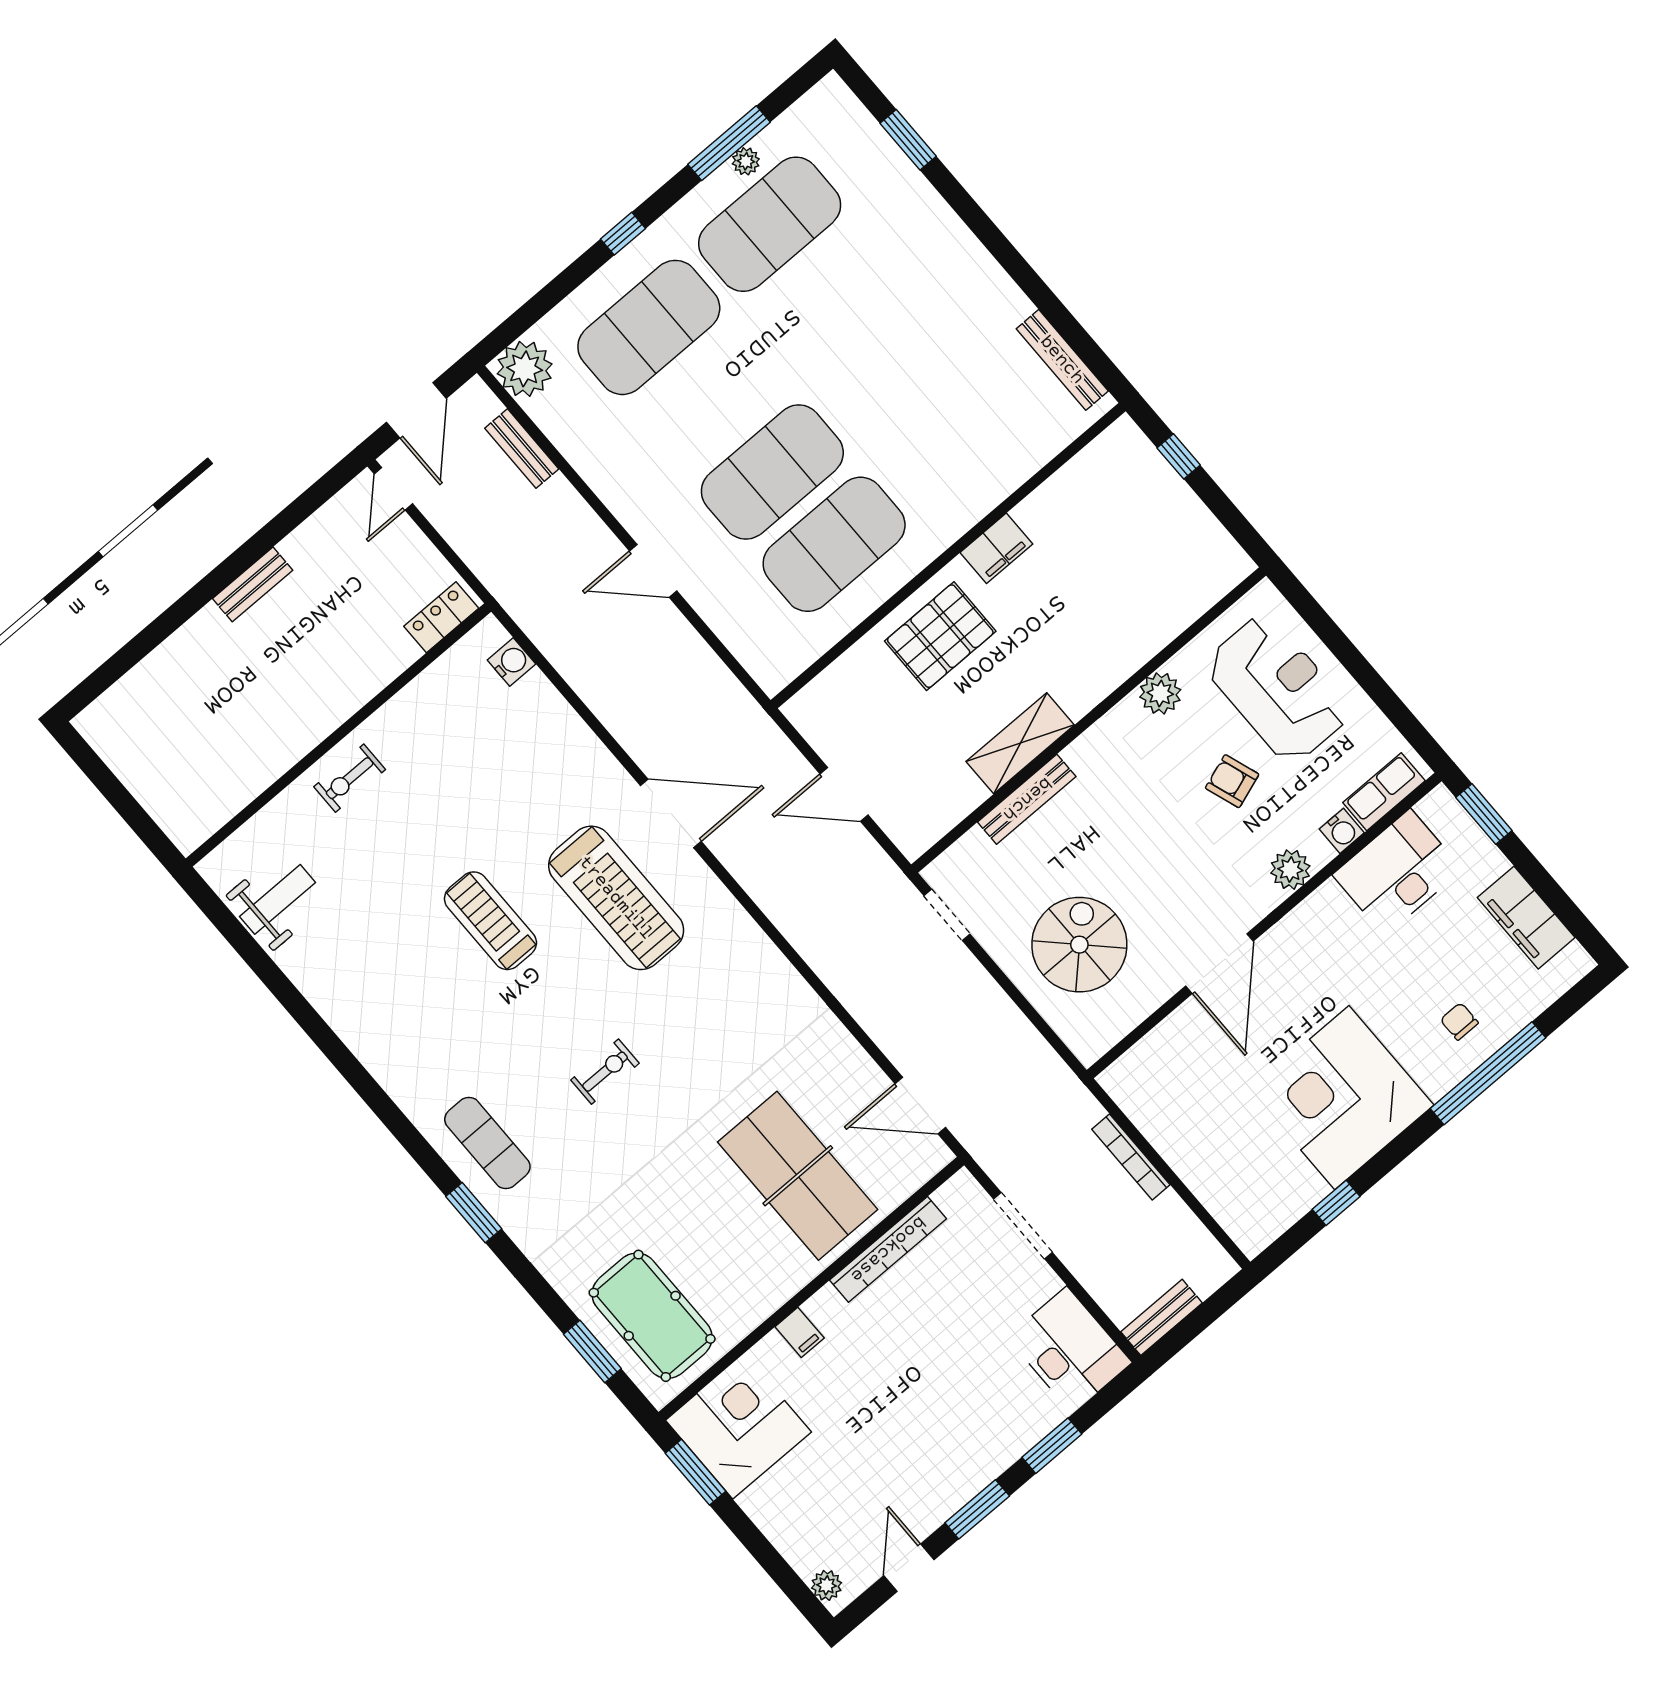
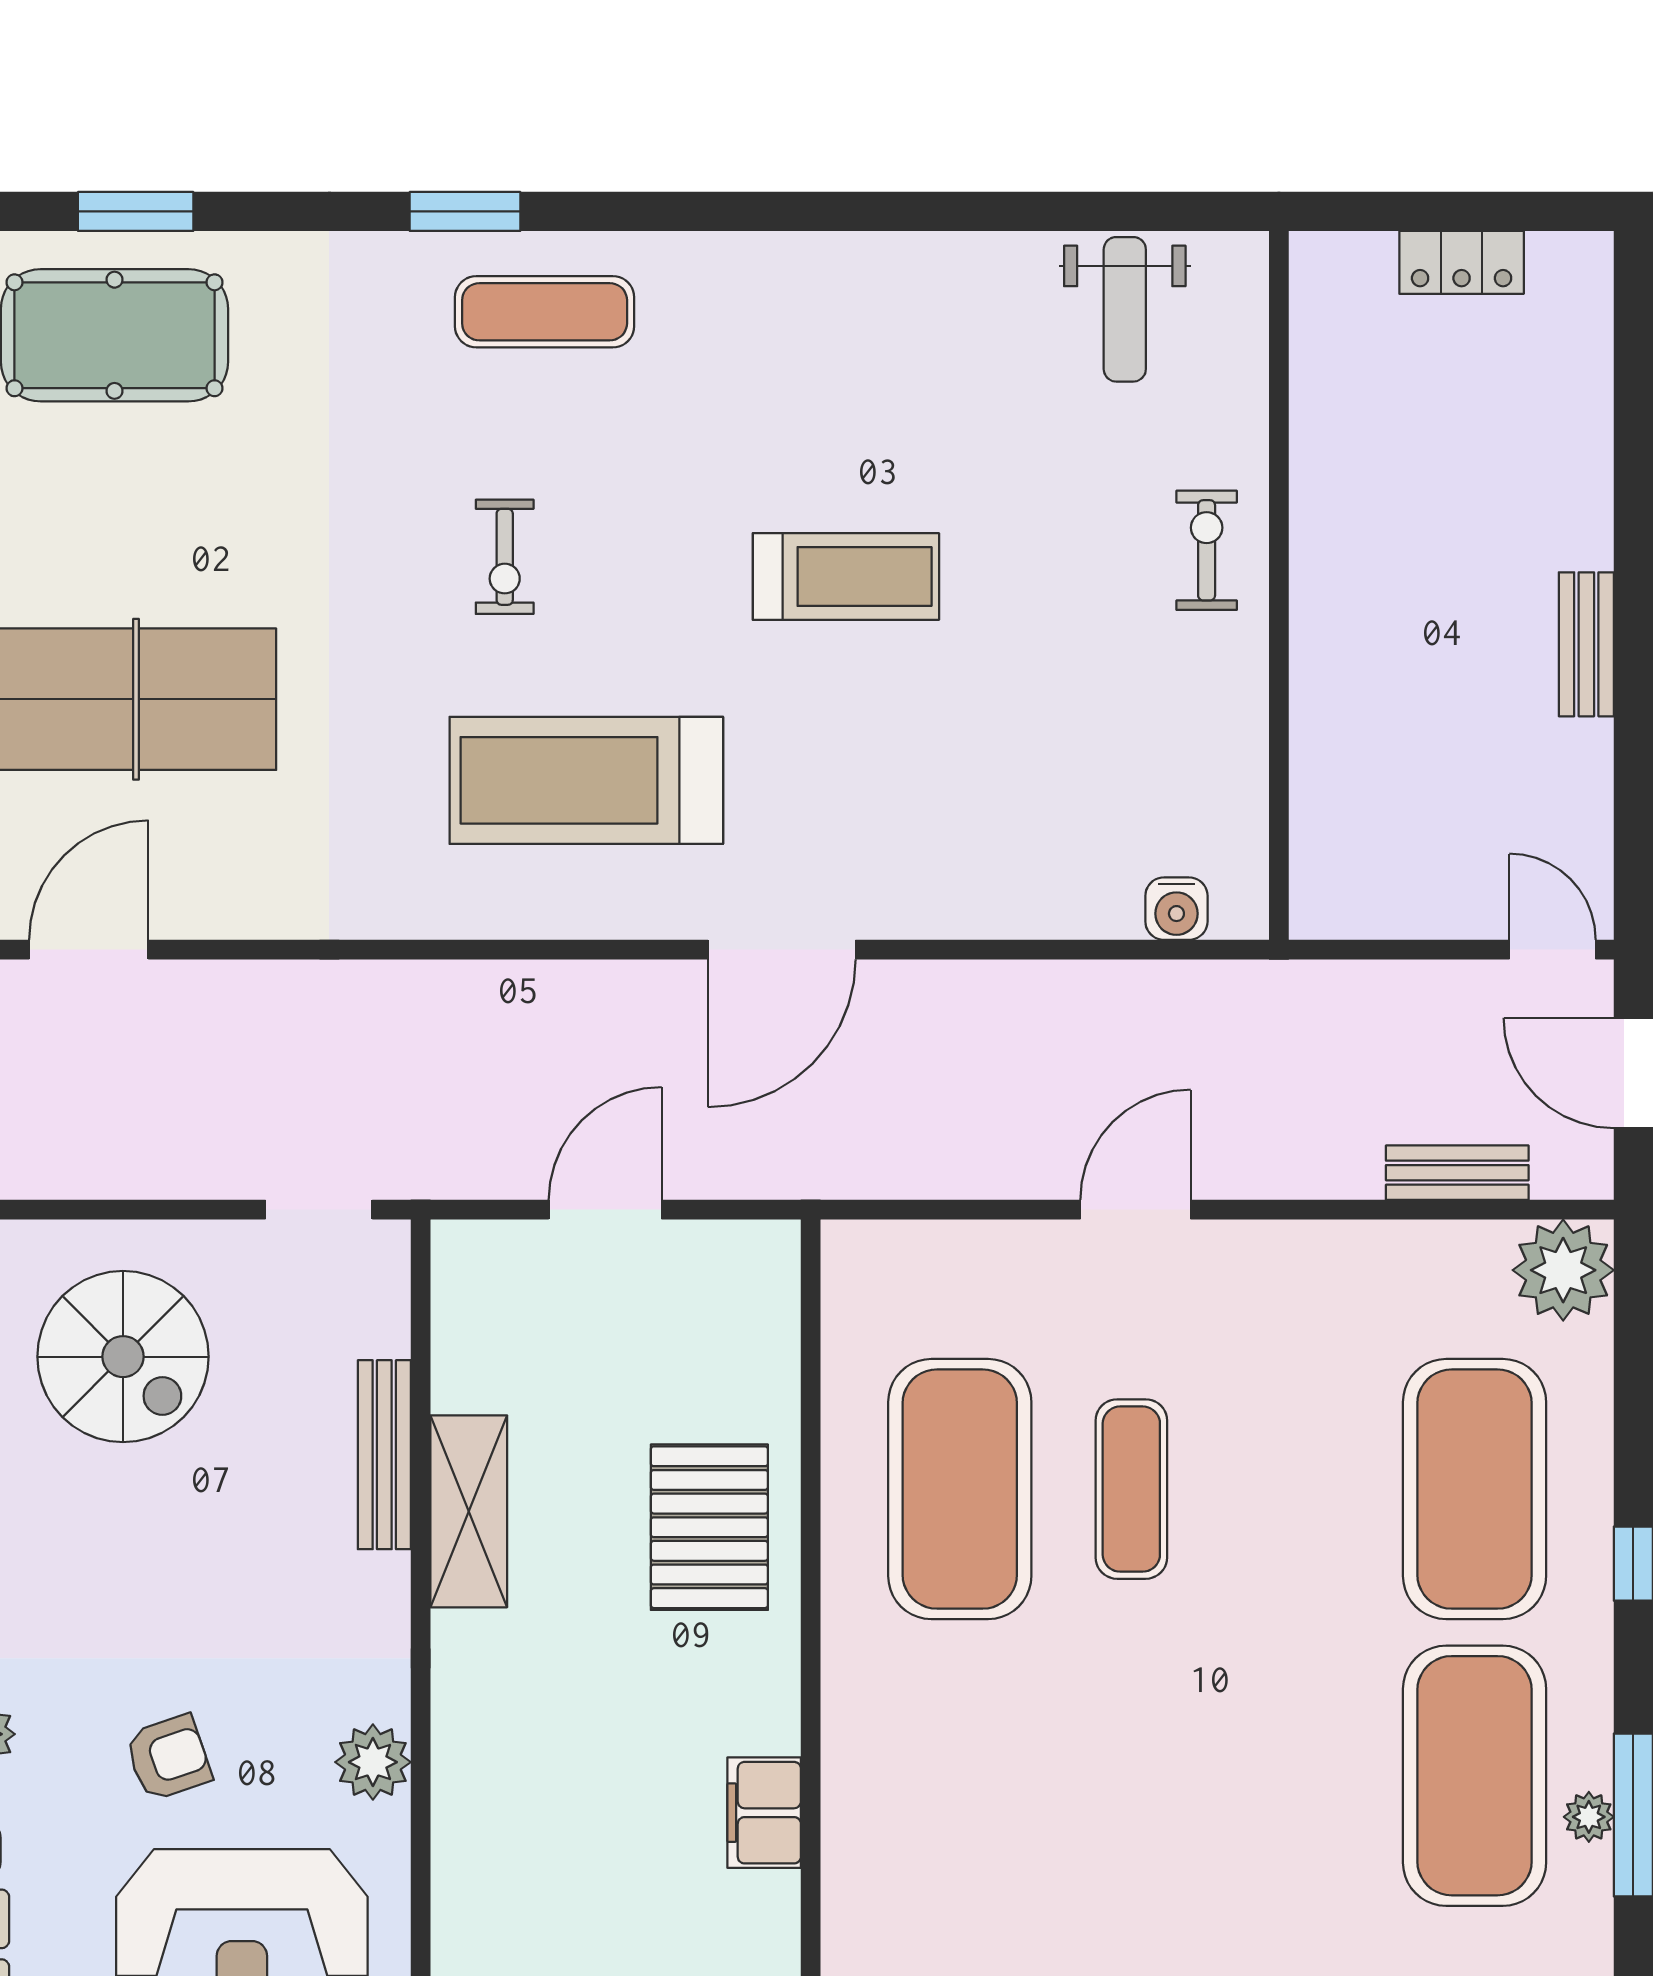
exercise mat: (772, 472) -> (1131, 1489), width x0.50, depth x0.69
filing cabinet: (996, 548) -> (764, 1813), moved
locker: (441, 617) -> (1462, 262), moved, turned 90
treadmill: (616, 898) -> (586, 780), moved

